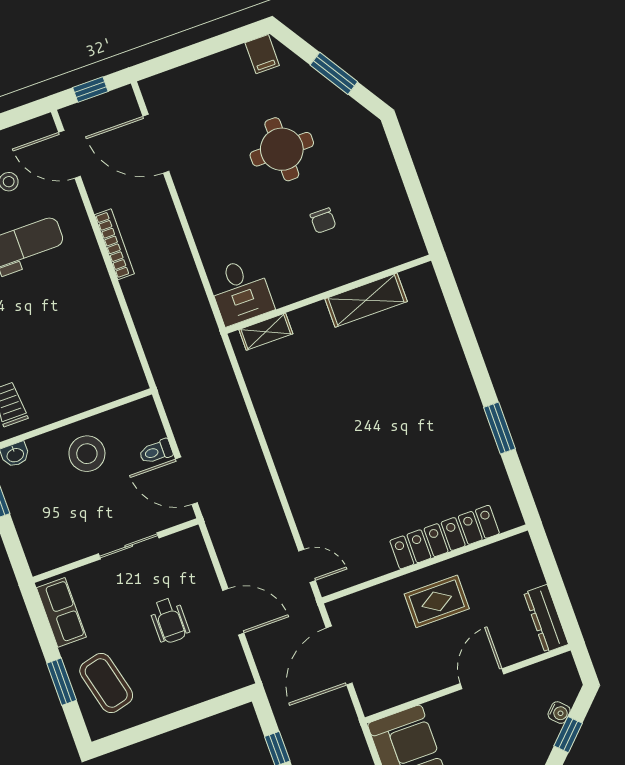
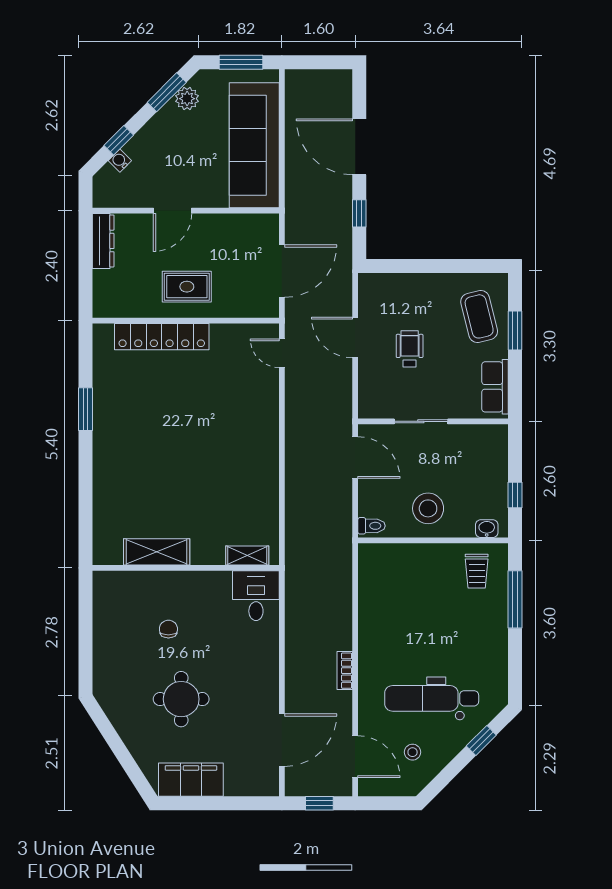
filing cabinet: (262, 54) -> (191, 780), width x3.00, depth x1.17
window: (334, 73) -> (117, 746), removed
door: (156, 144) -> (282, 740), hinge flipped
bookcase: (114, 244) -> (345, 671), width x0.64
toilet: (156, 452) -> (371, 526), moved

